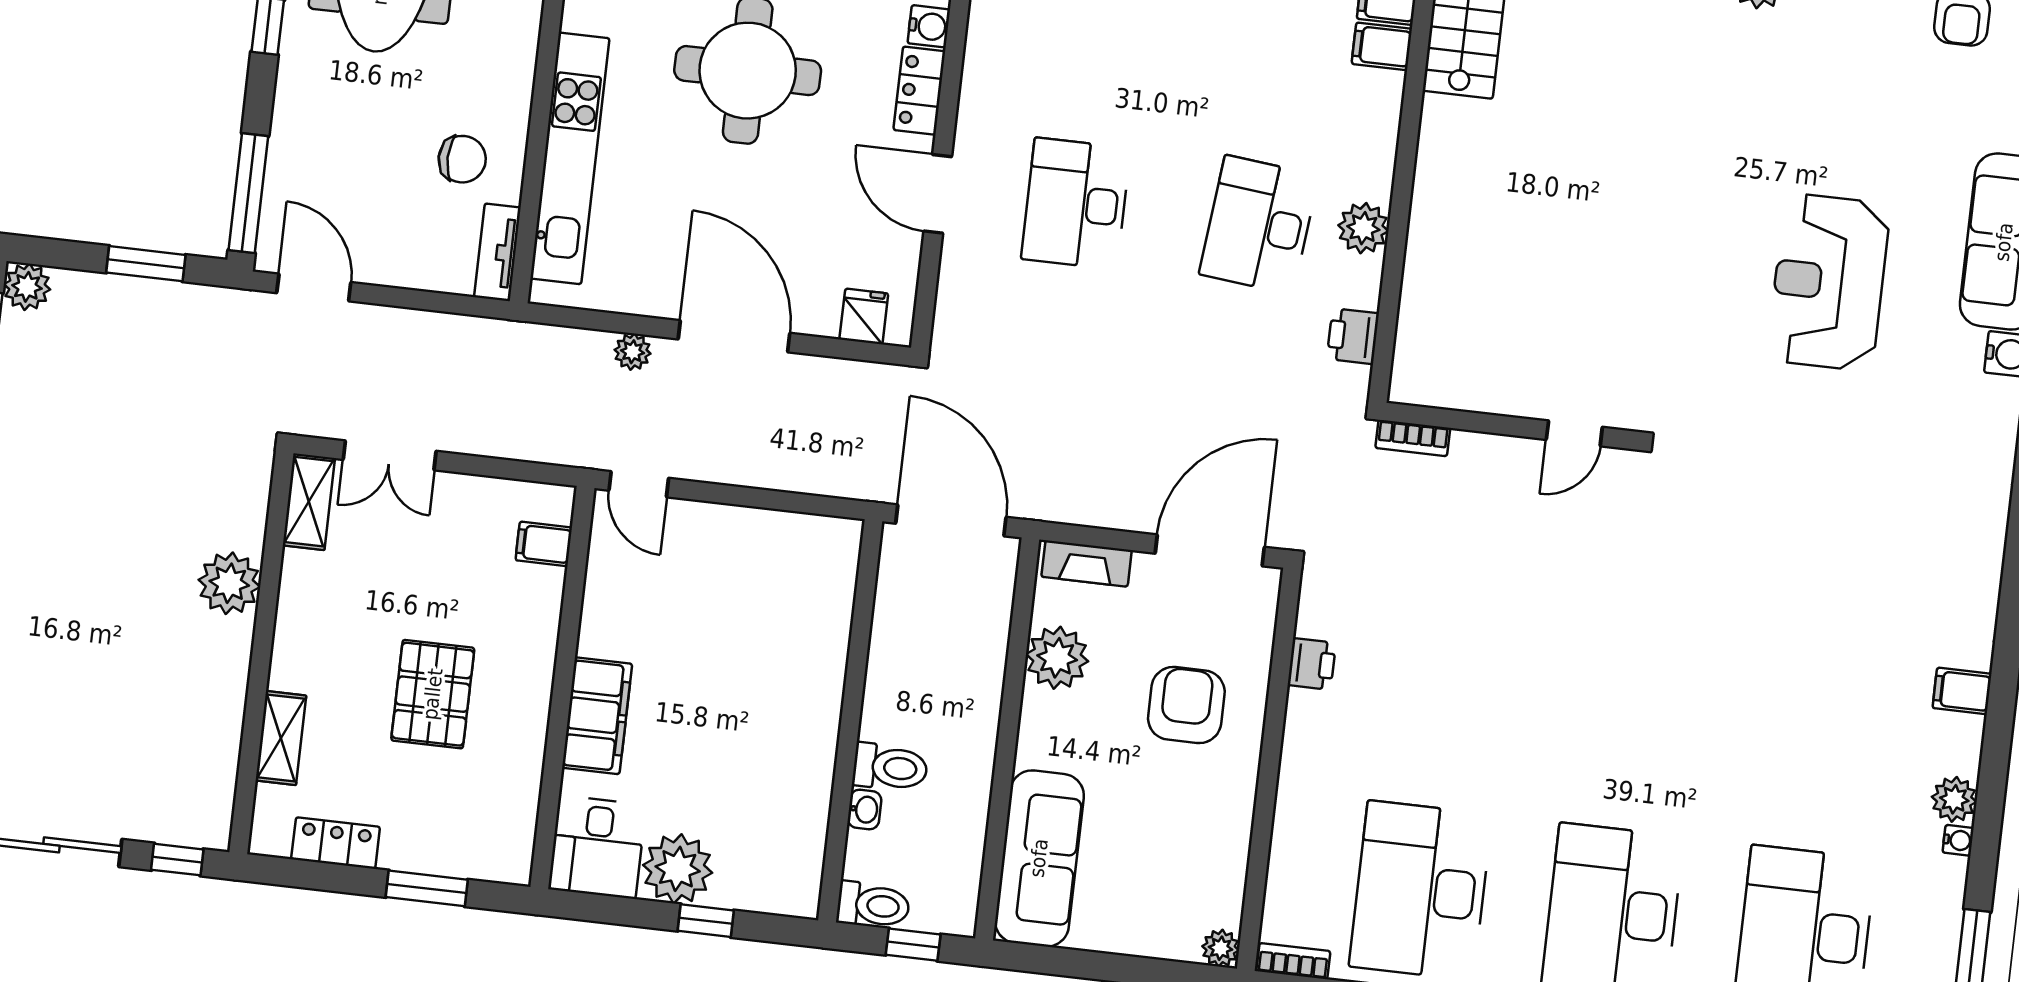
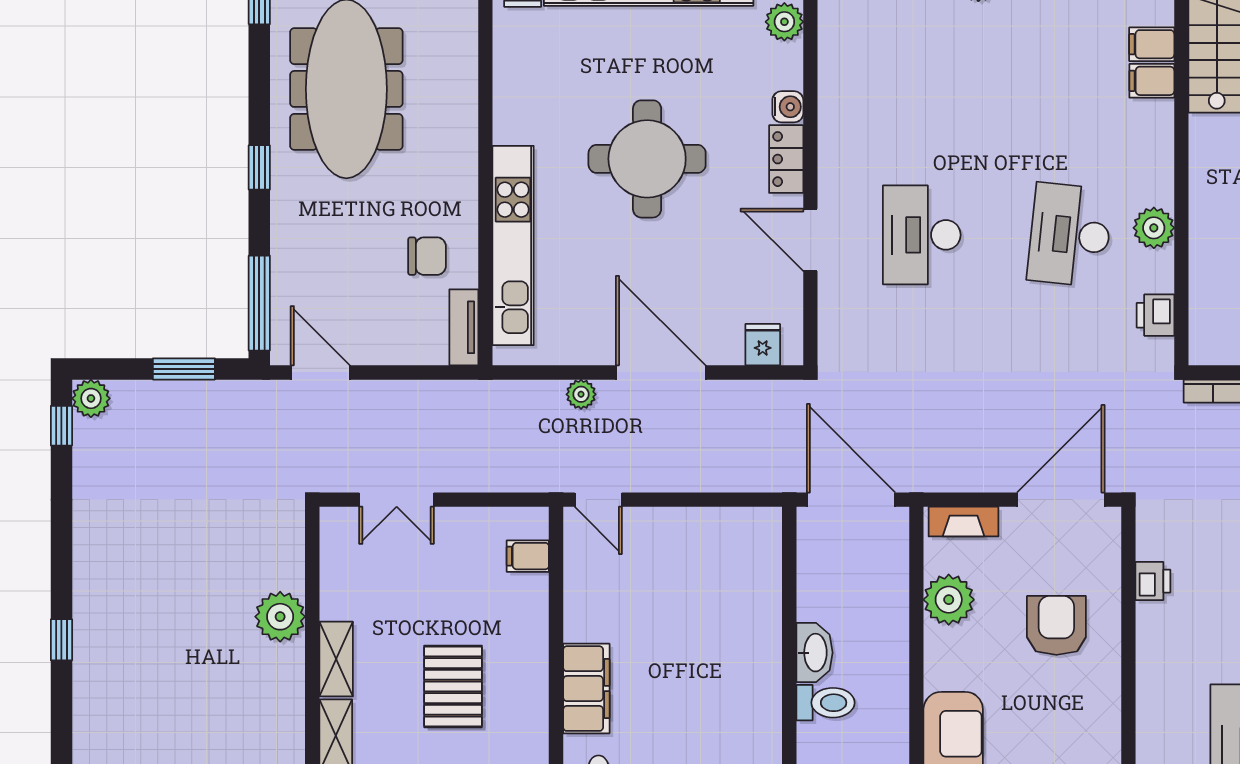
shelving: (309, 502) -> (336, 659), moved
washbasin: (864, 809) -> (814, 653), moved, width x1.91, depth x1.45

